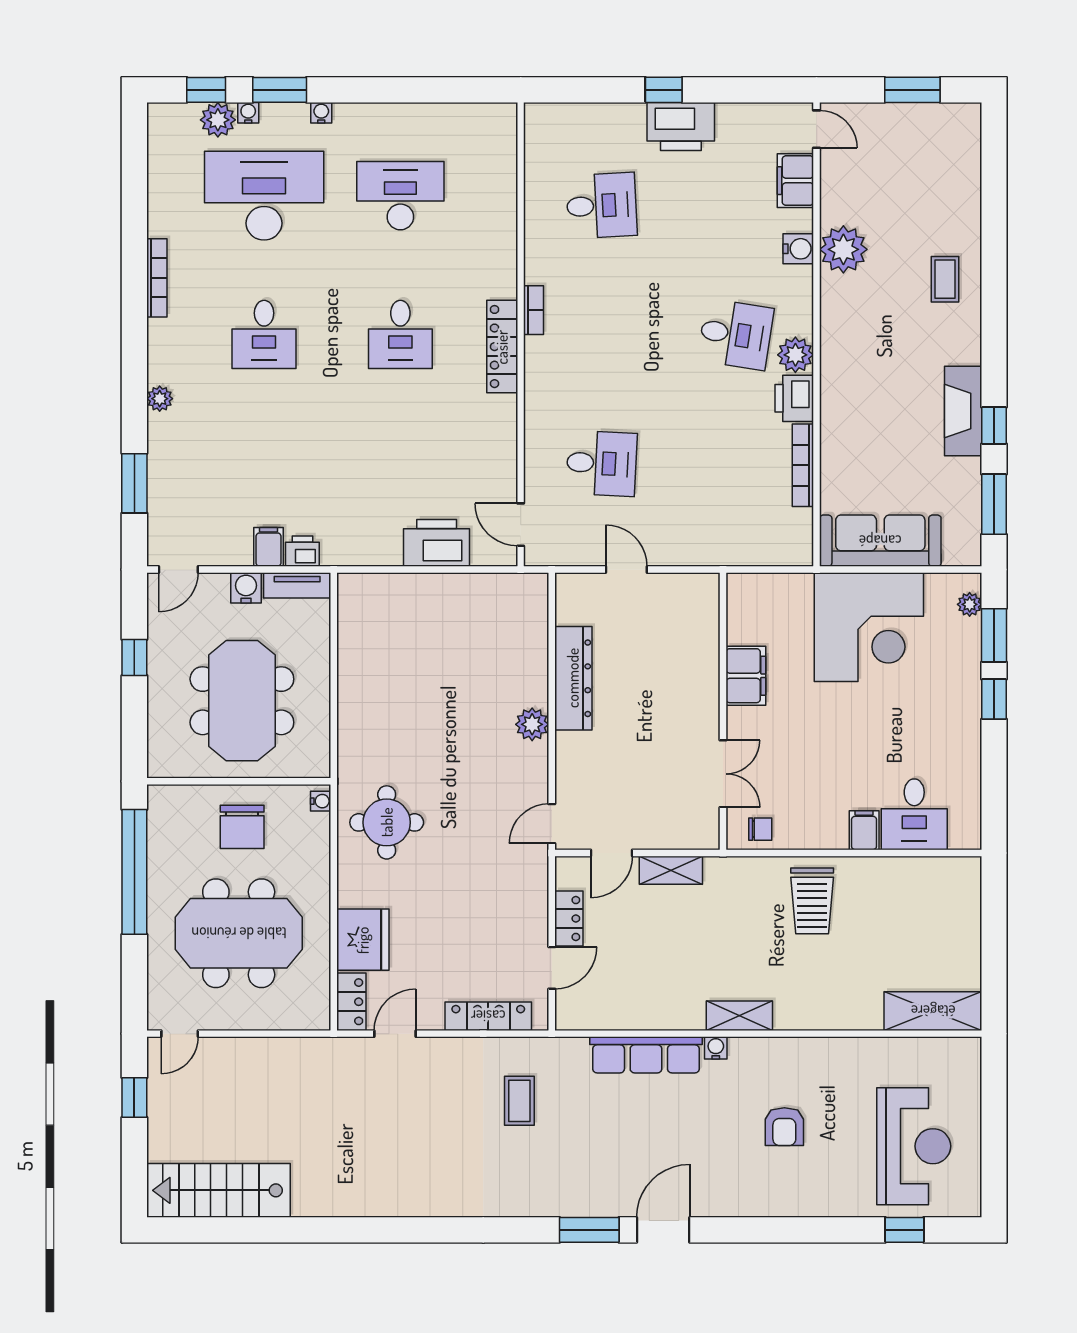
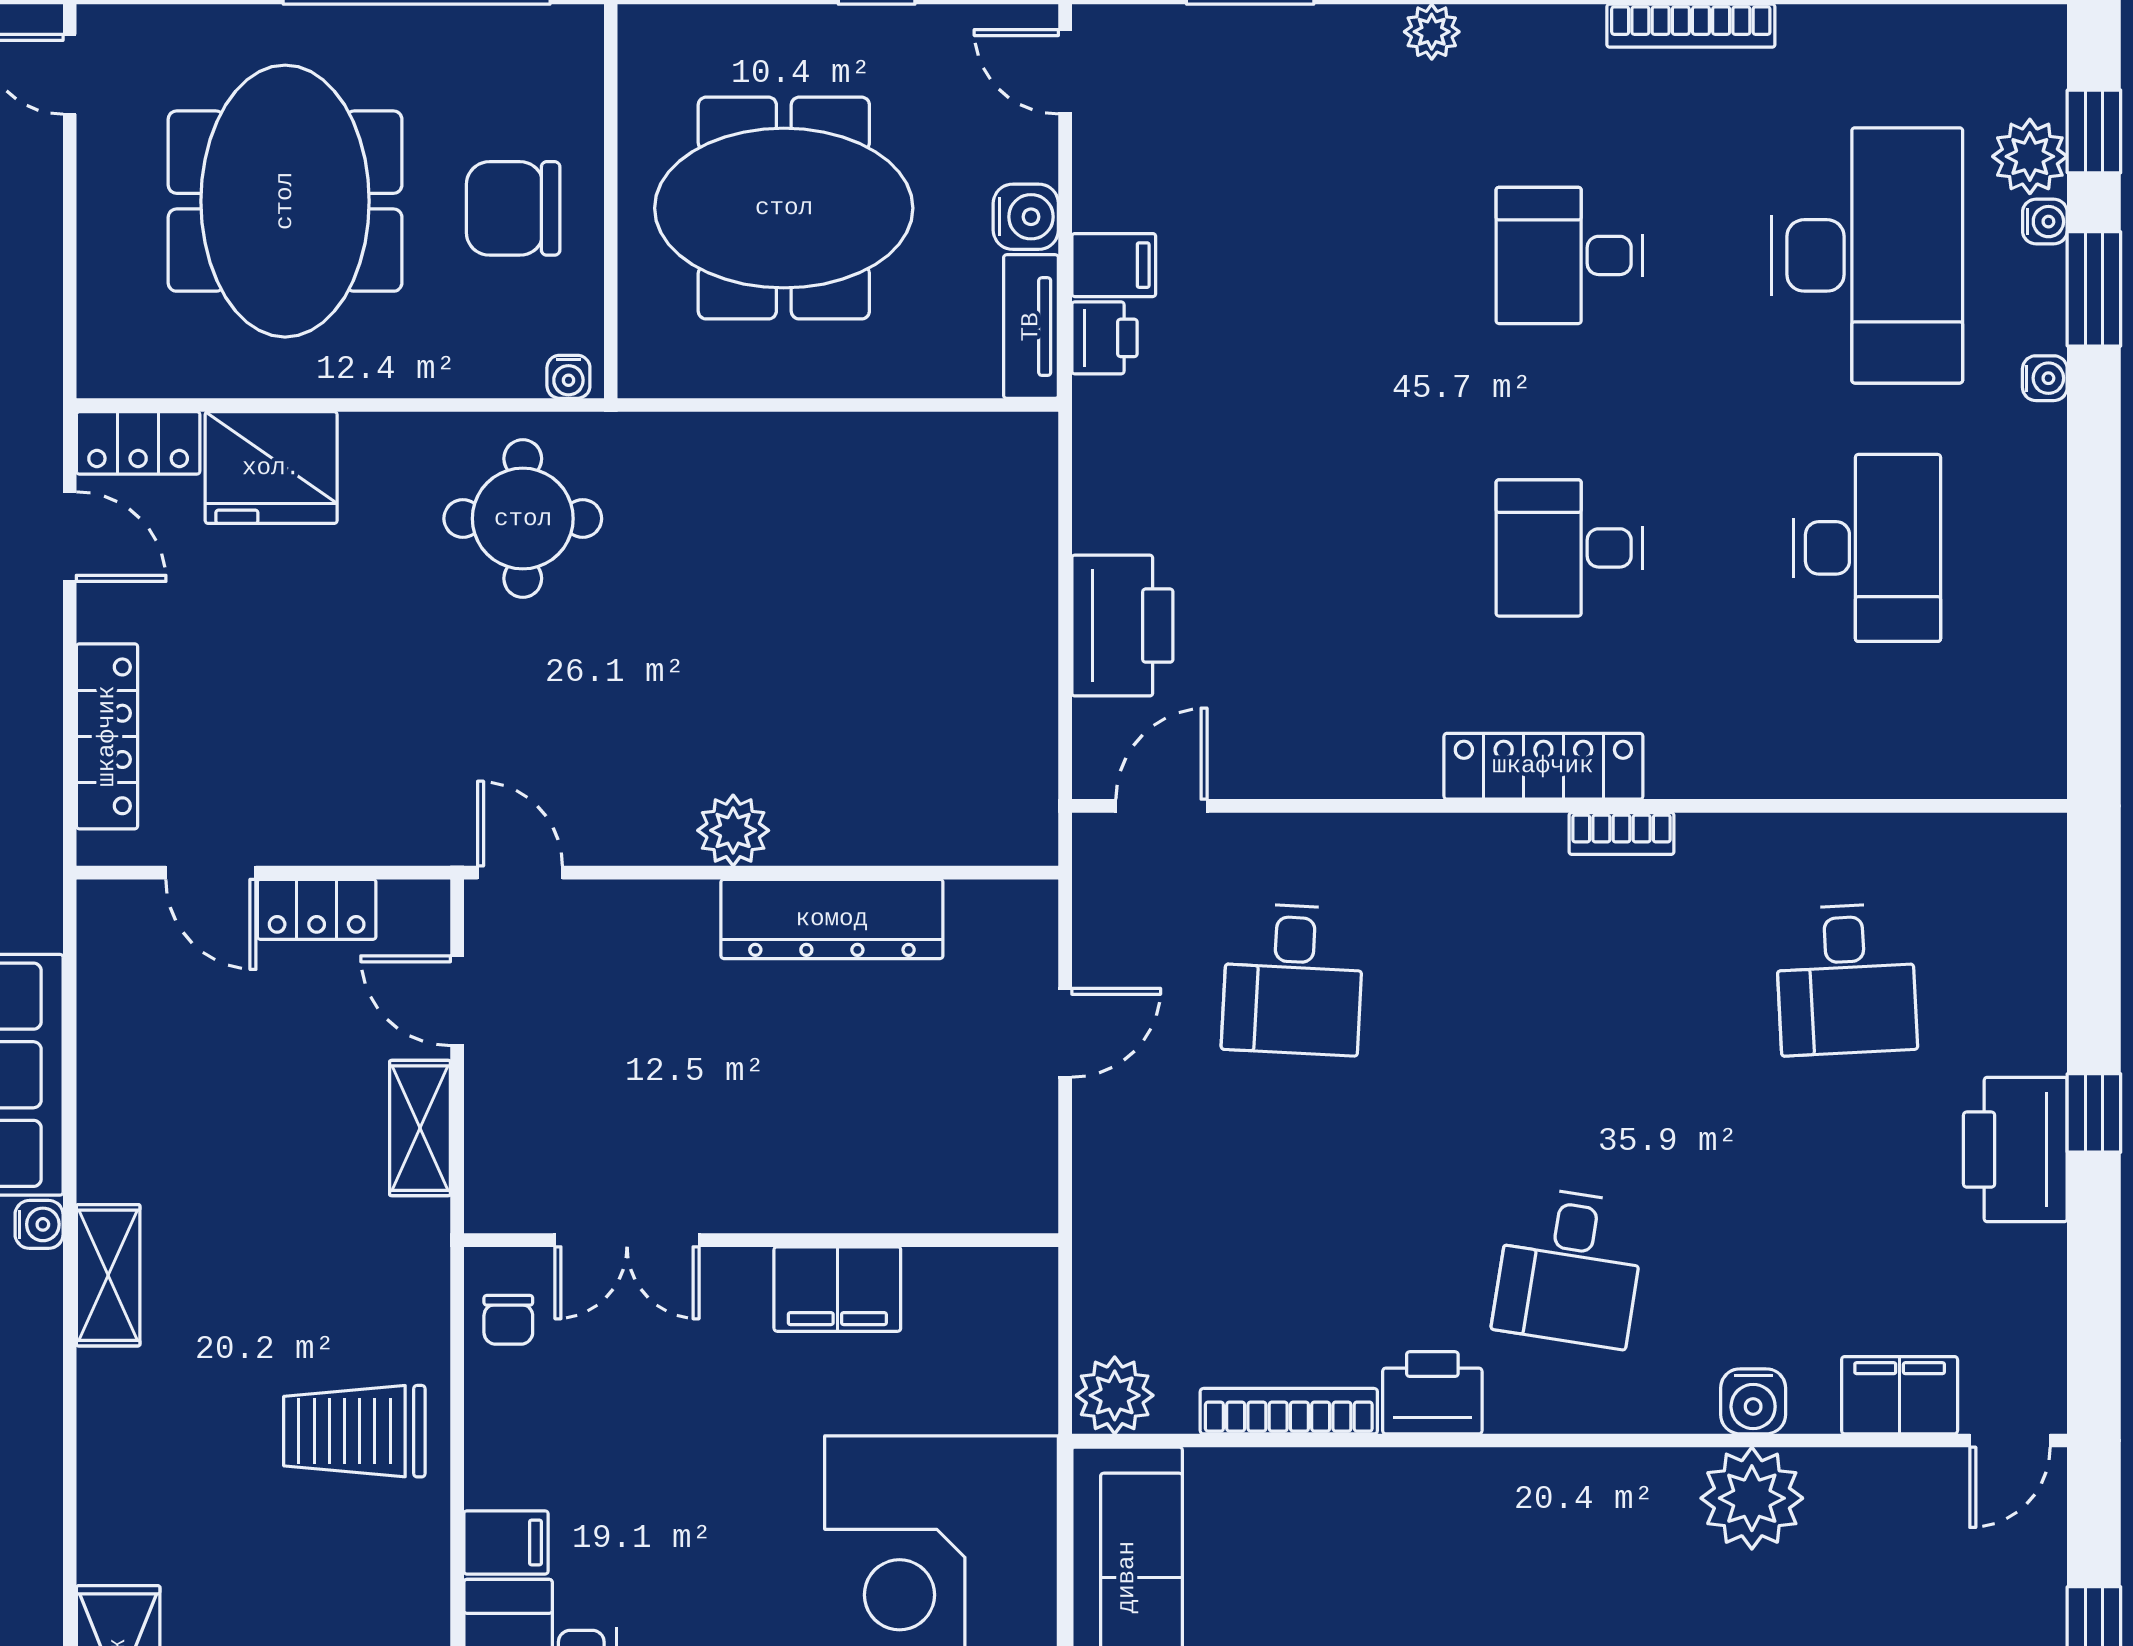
plant: (795, 355) -> (1115, 1395), moved

